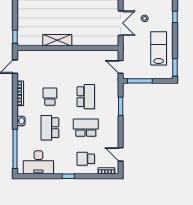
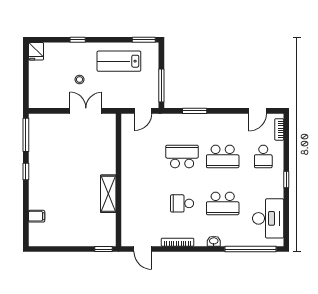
school desk: (86, 128) -> (223, 156), turned -90

